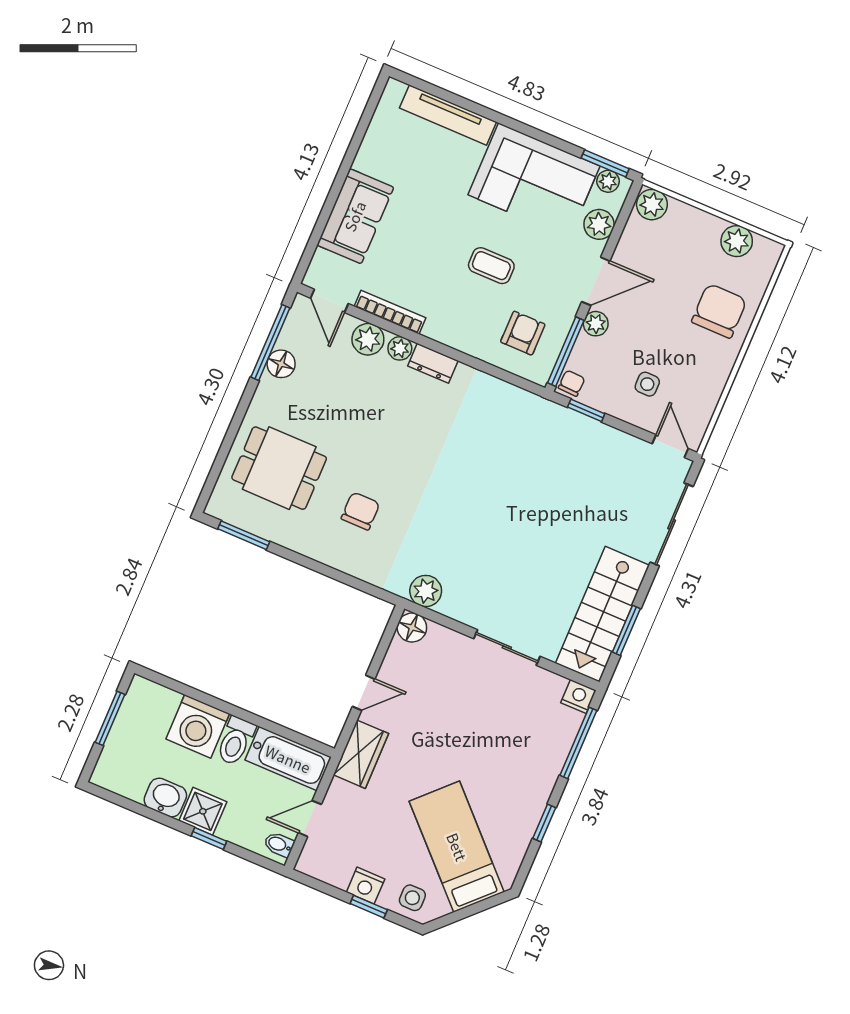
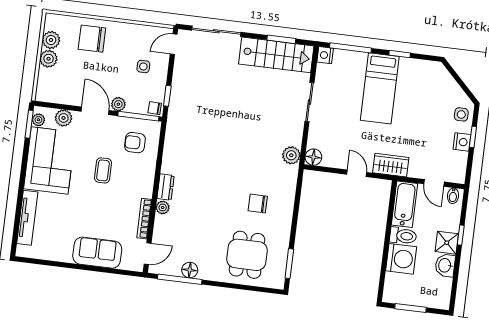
plant: (652, 205) -> (49, 59), moved
plant: (368, 339) -> (163, 226), removed
bed: (457, 847) -> (380, 88), moved, turned -45

